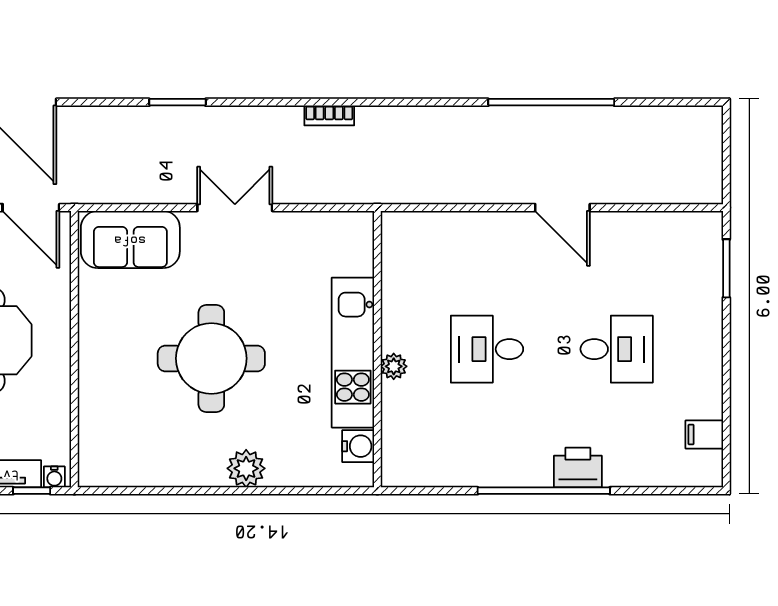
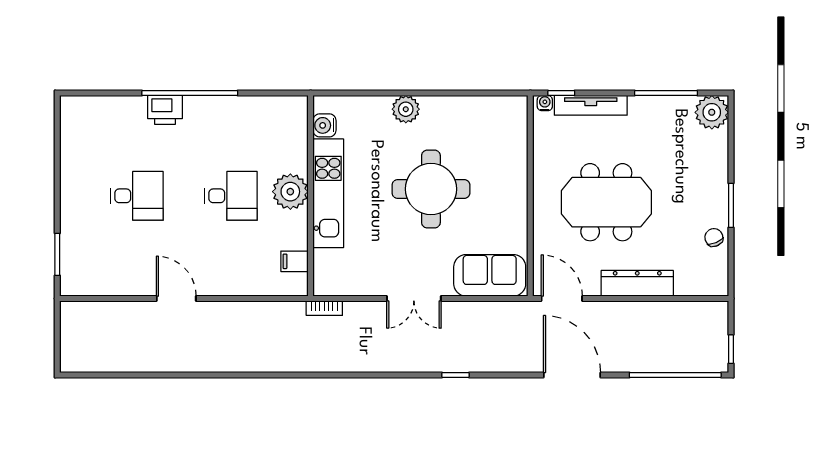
window: (177, 102) -> (456, 375), width x0.67
window: (551, 102) -> (184, 375), removed
bookcase: (329, 115) -> (324, 308), moved, turned 180
desk: (617, 349) -> (137, 196), turned 180
plant: (394, 366) -> (290, 192), width x1.88, depth x1.88
filing cabinet: (704, 434) -> (294, 261), moved, turned 180

